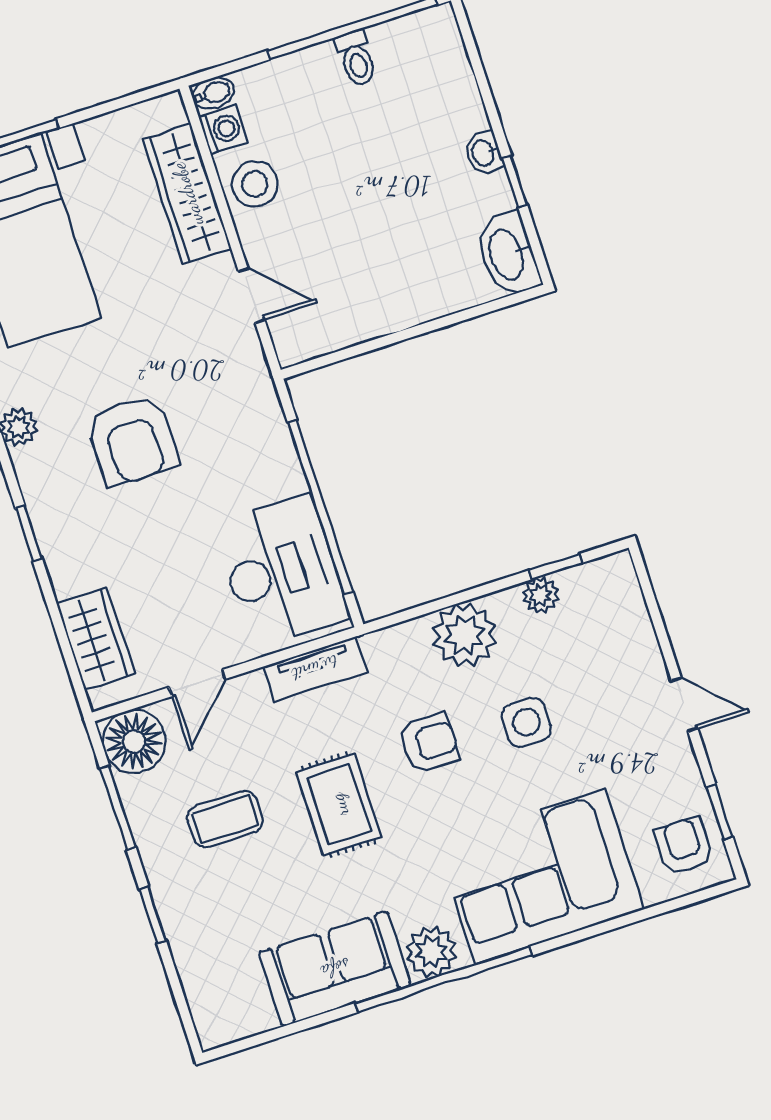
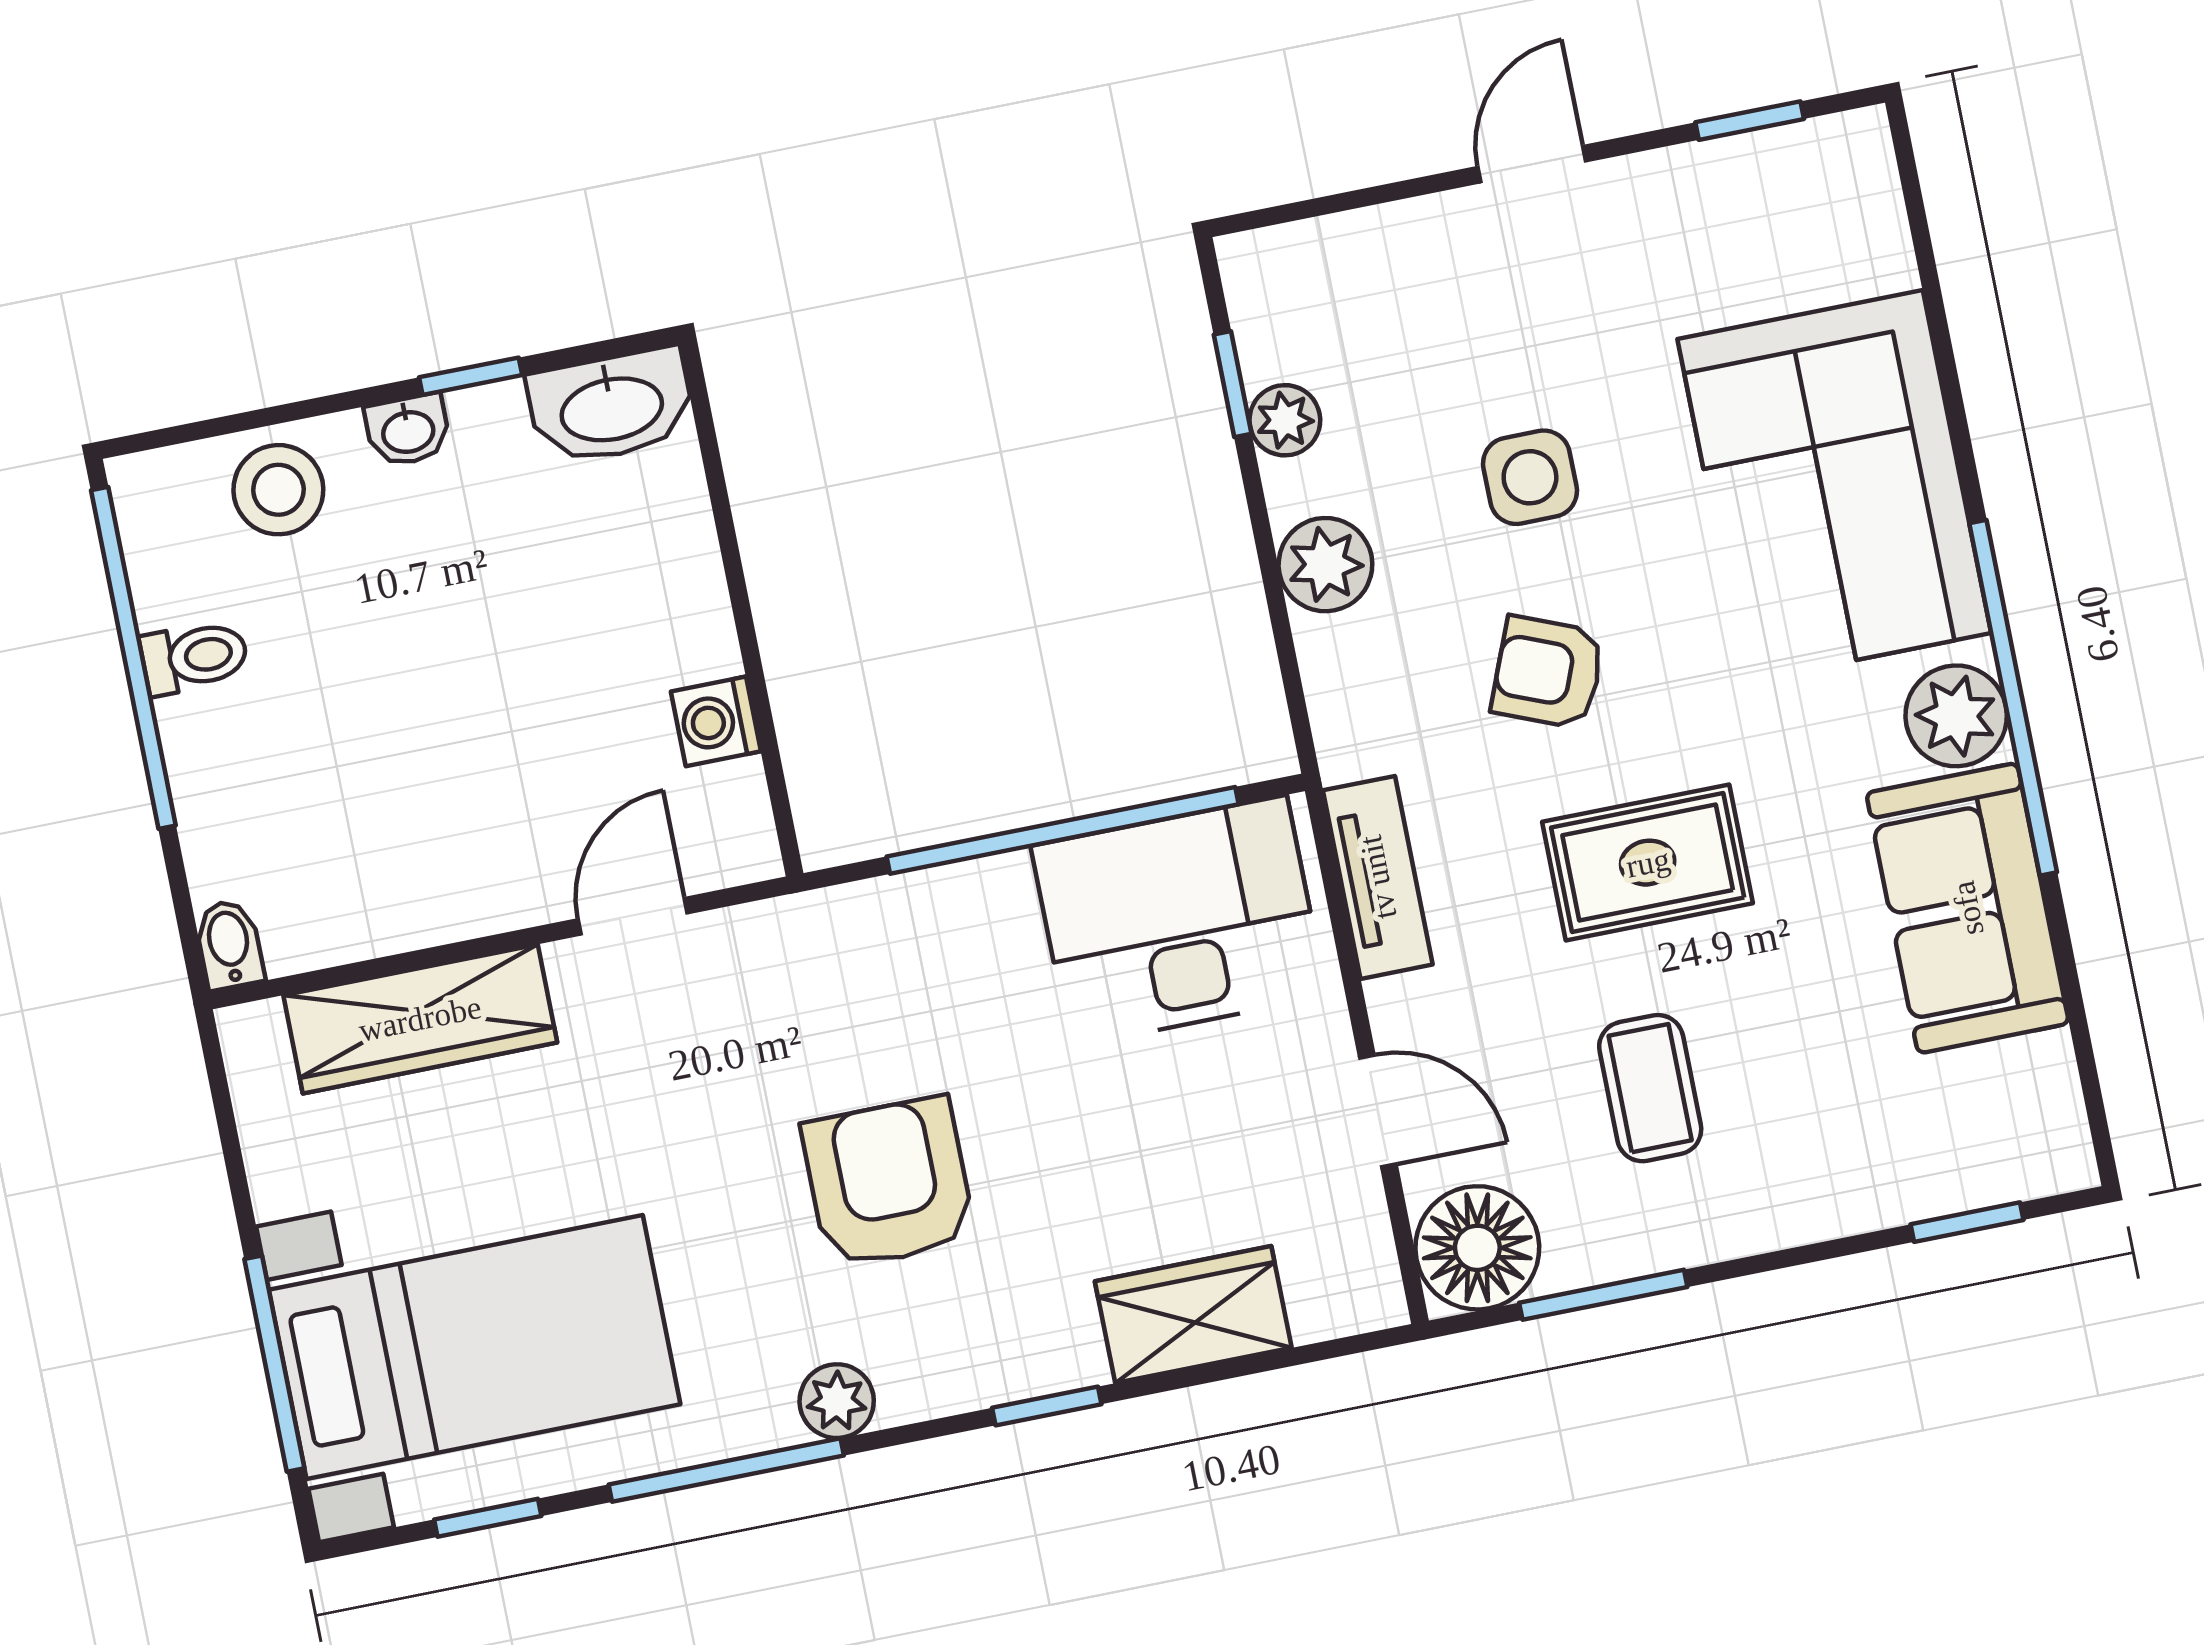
washing machine: (223, 130) -> (716, 721), moved, turned -90
stool: (255, 184) -> (278, 490), moved
armchair: (132, 440) -> (888, 1183), turned -90
plant: (465, 635) -> (1325, 565), width x0.73, depth x0.73
wardrobe: (95, 638) -> (1193, 1315), moved
armchair: (429, 743) -> (1548, 672), turned -68
armchair: (684, 846) -> (1808, 199), removed
window: (153, 915) -> (1967, 1222), moved

